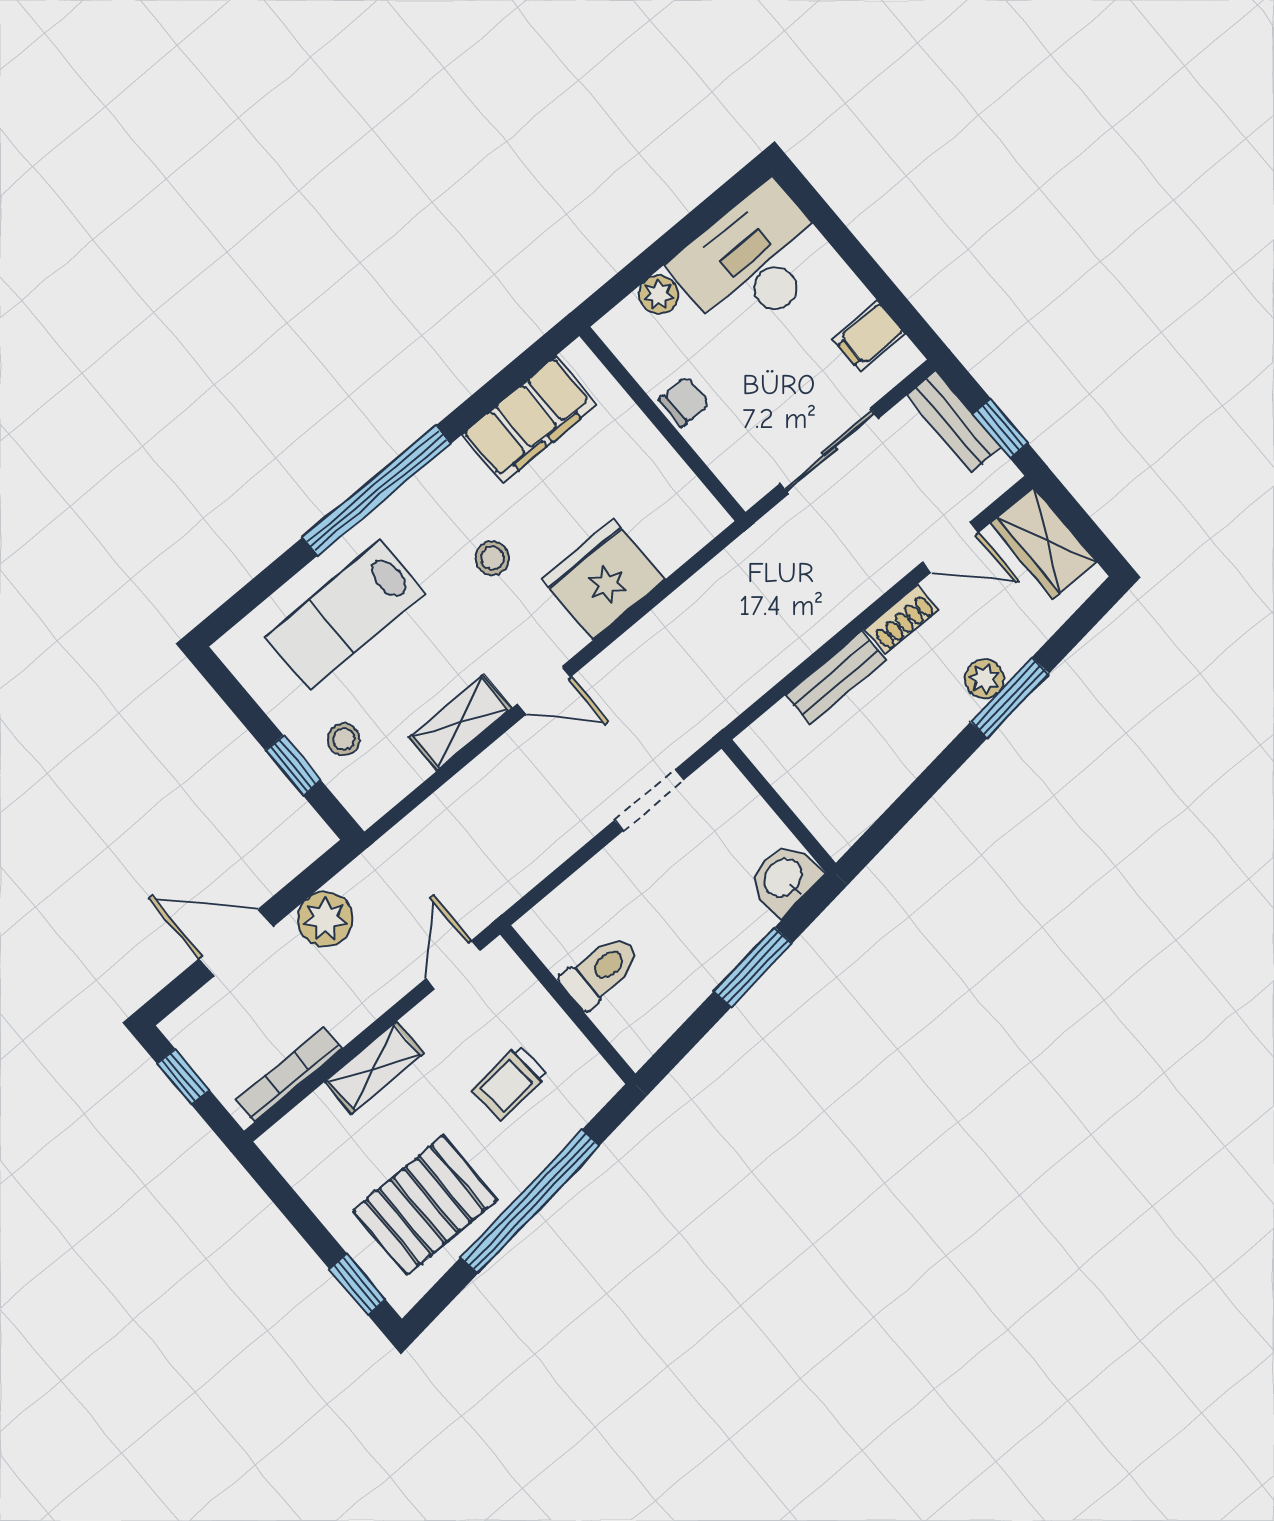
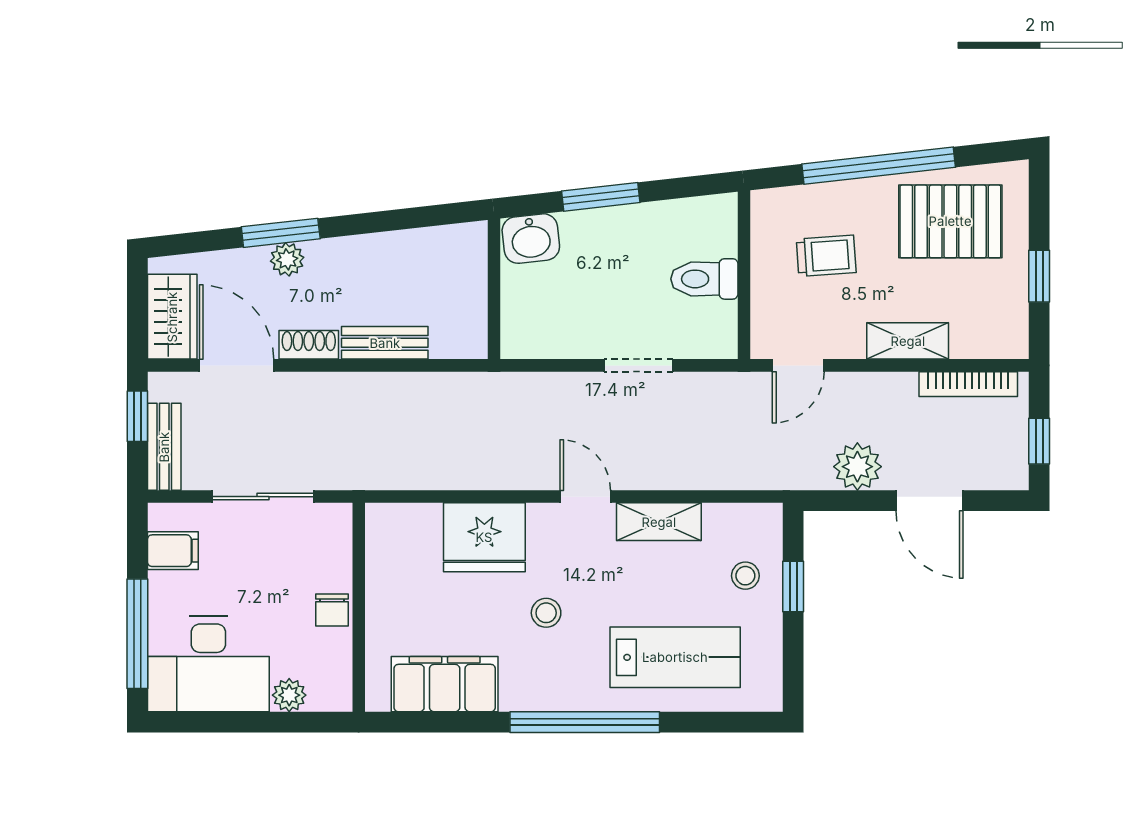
window: (839, 236) -> (137, 634), added
chair: (684, 402) -> (332, 610), turned -90
door: (950, 547) -> (237, 365), width x1.38
doorway: (649, 800) -> (638, 365), moved
window: (357, 1284) -> (1039, 276), moved

